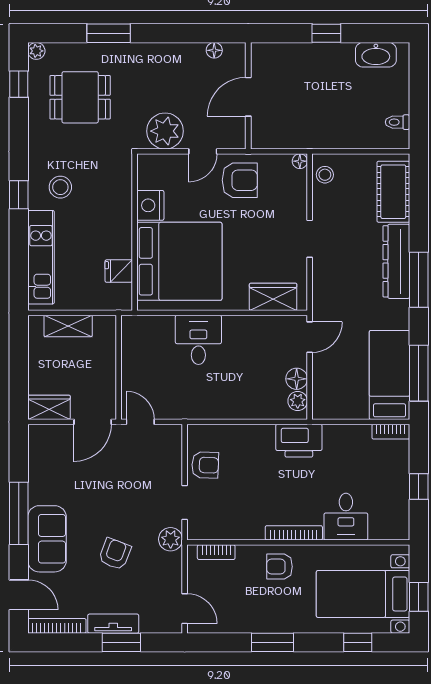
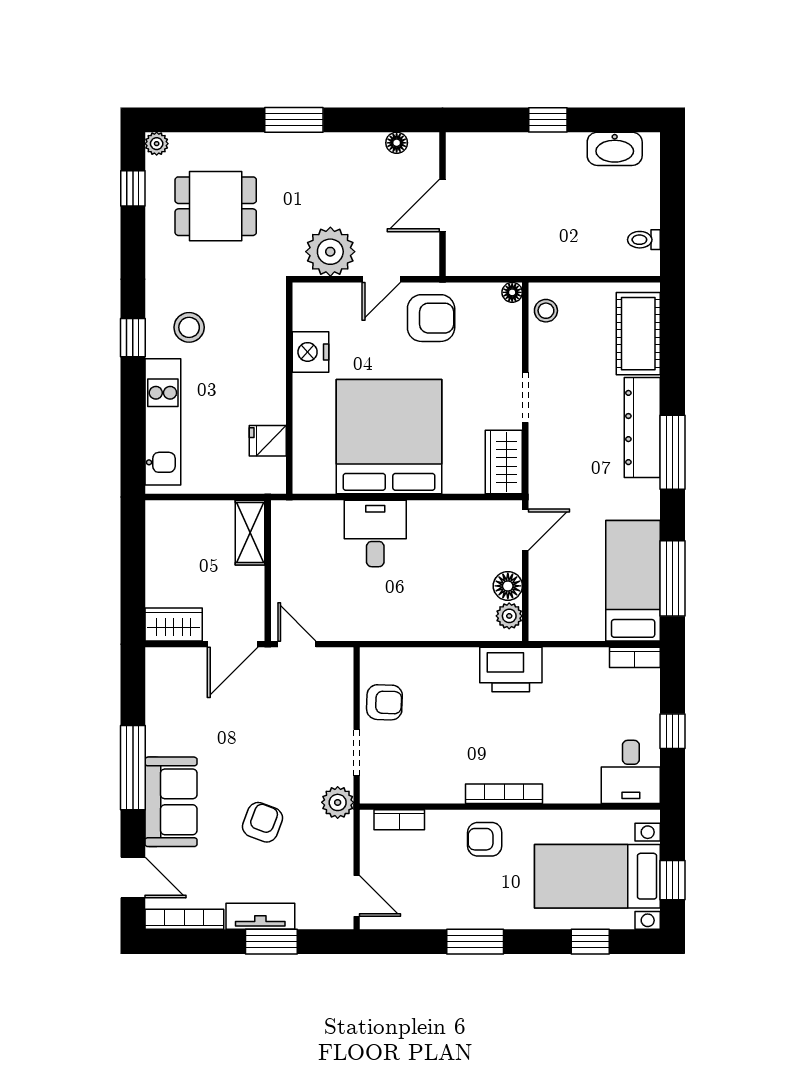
window: (109, 33) -> (294, 120), moved
bed: (179, 261) -> (389, 437), moved, turned -90
wardrobe: (273, 297) -> (504, 462), moved, turned -90
shelving: (68, 326) -> (250, 533), moved, turned 90
desk: (346, 517) -> (631, 772), moved

